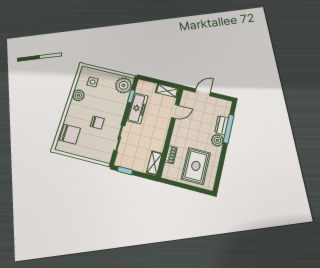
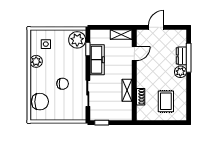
shelving: (154, 163) -> (127, 90), moved
rug: (196, 166) -> (166, 101), width x0.73, depth x0.70

